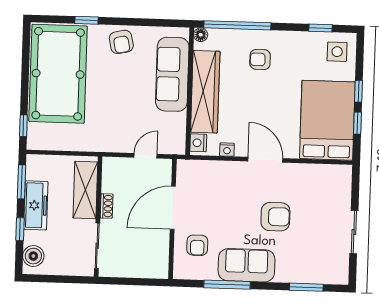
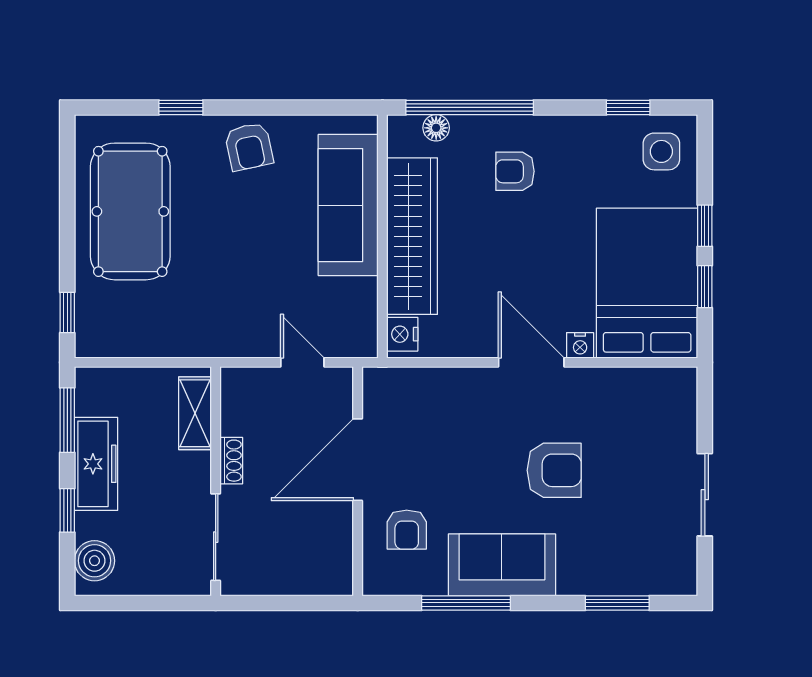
floor lamp: (201, 35) -> (436, 128), moved
pool table: (58, 74) -> (130, 211), width x0.73, depth x0.76
nightstand: (227, 150) -> (580, 345), moved
door: (146, 156) -> (302, 362), hinge flipped
shelving: (85, 190) -> (195, 413), width x0.67, depth x0.75

